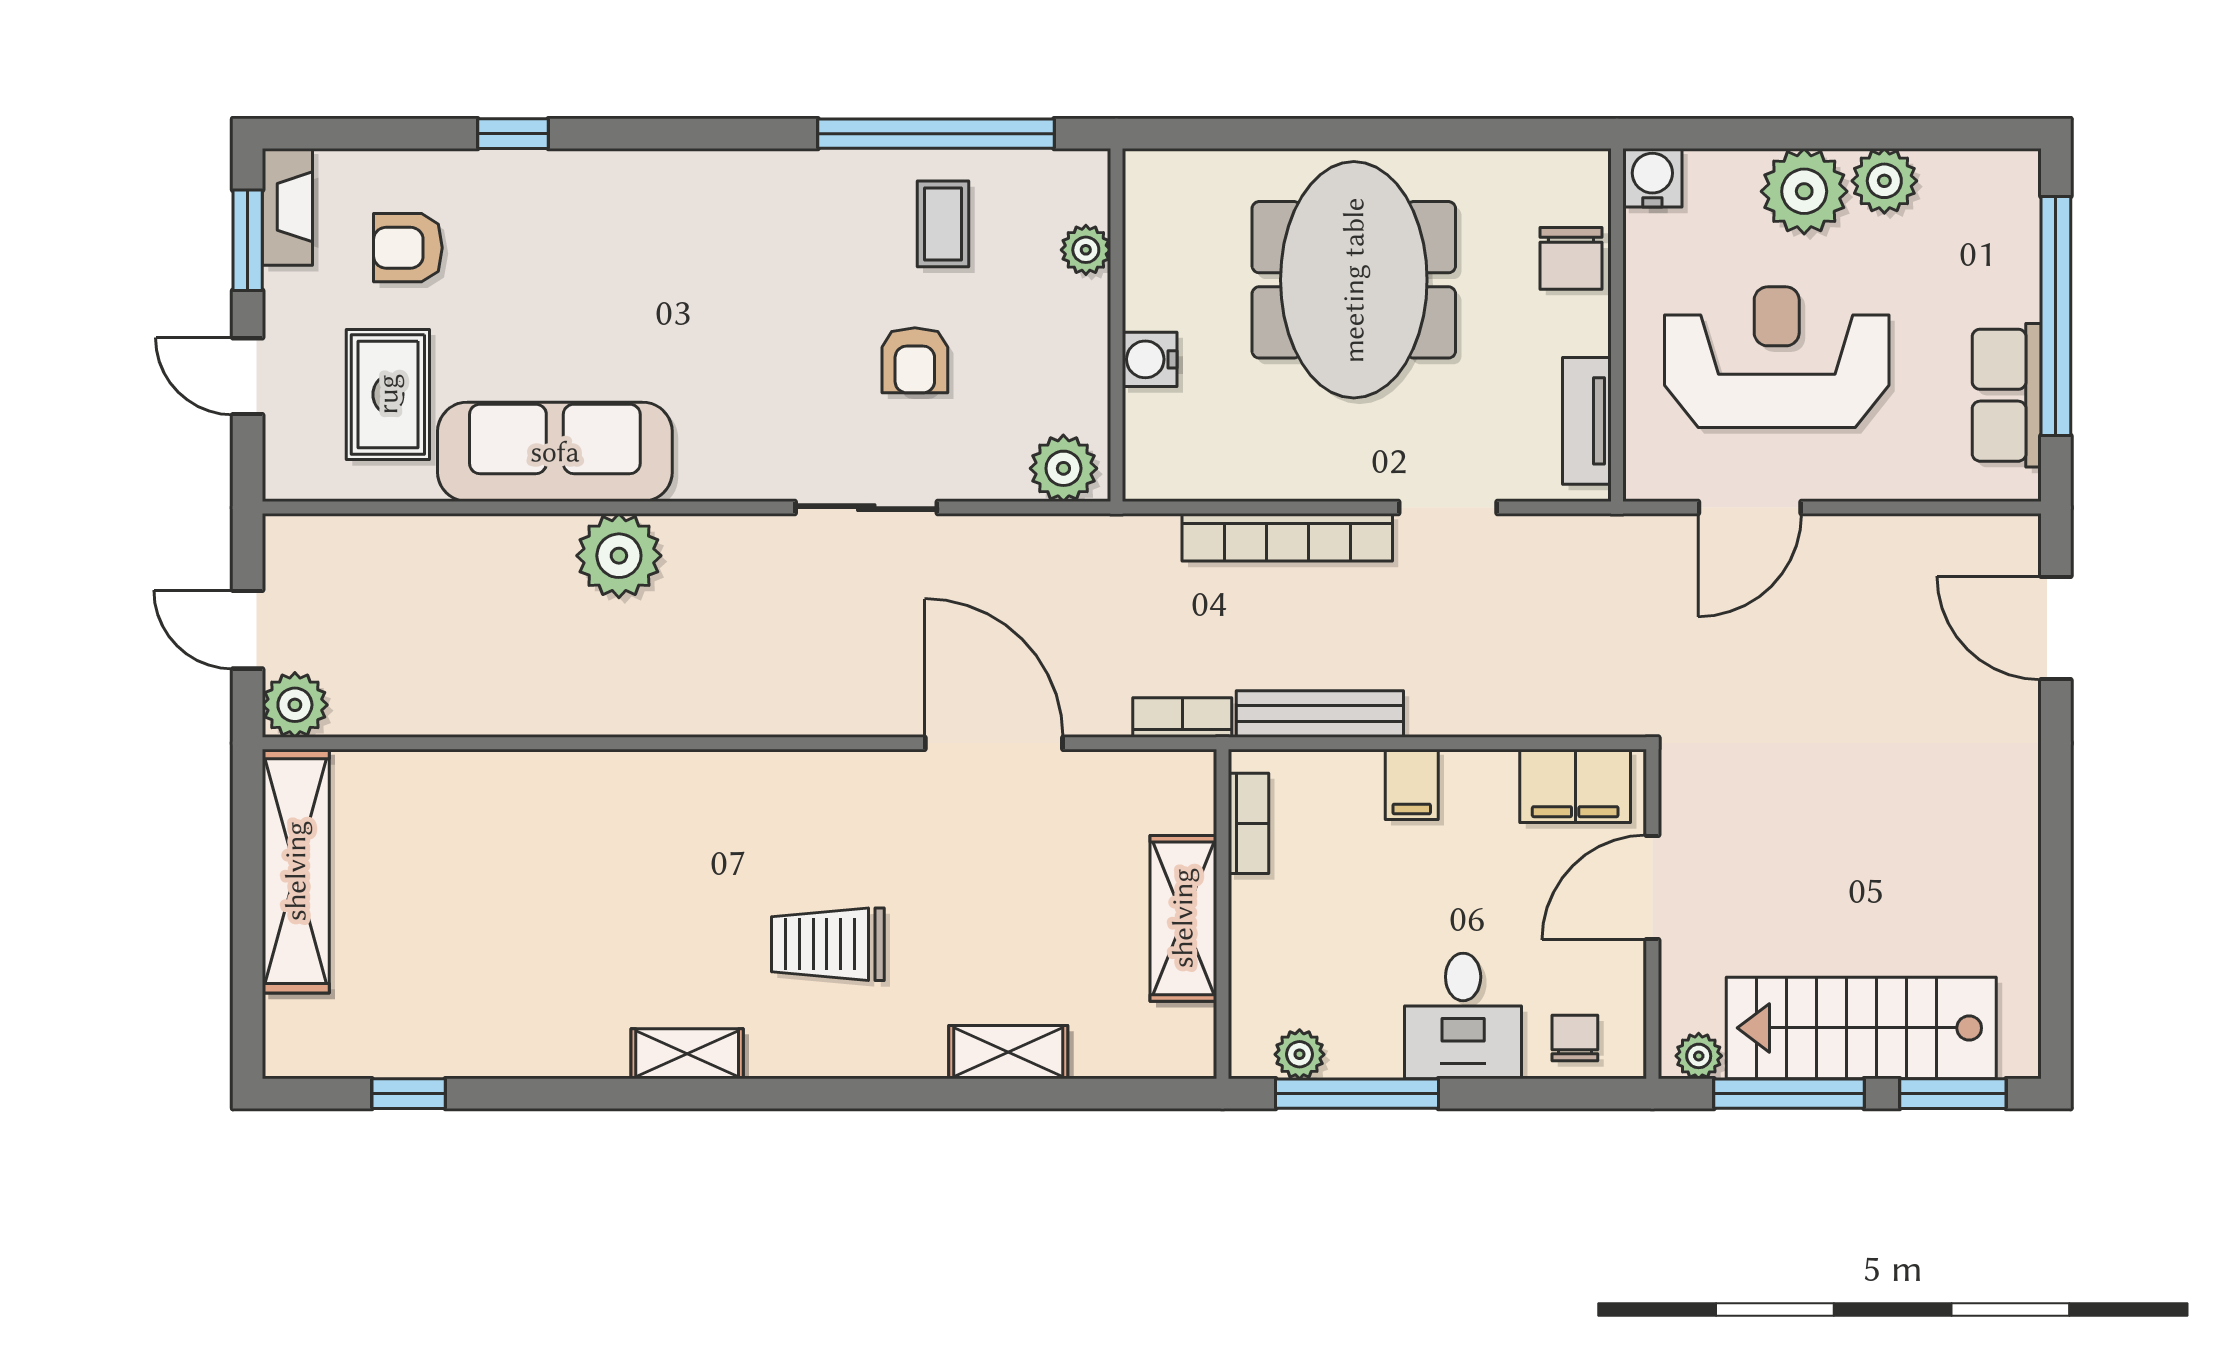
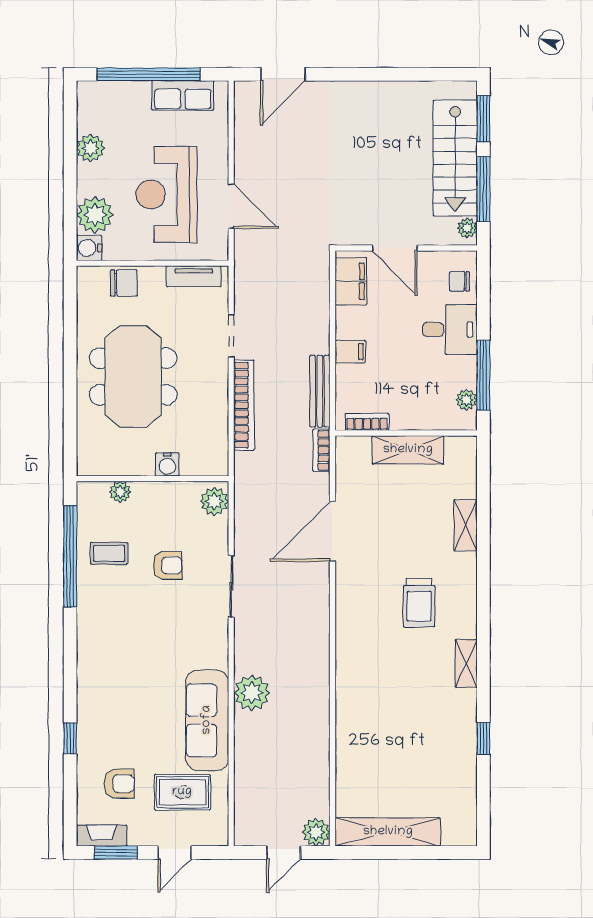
plant: (1804, 191) -> (95, 215), moved
armchair: (408, 248) -> (119, 784), turned -90
meeting table: (1354, 280) -> (133, 376), turned 90
window: (409, 1094) -> (483, 738), moved

